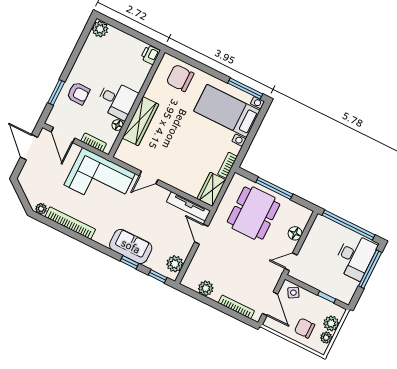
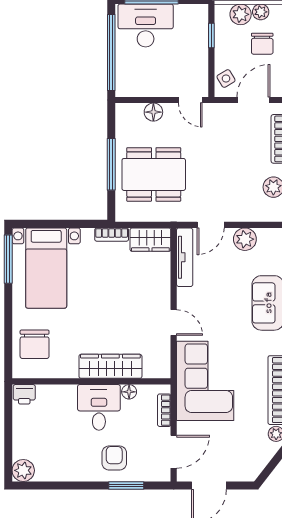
plant: (175, 264) -> (245, 239), moved

